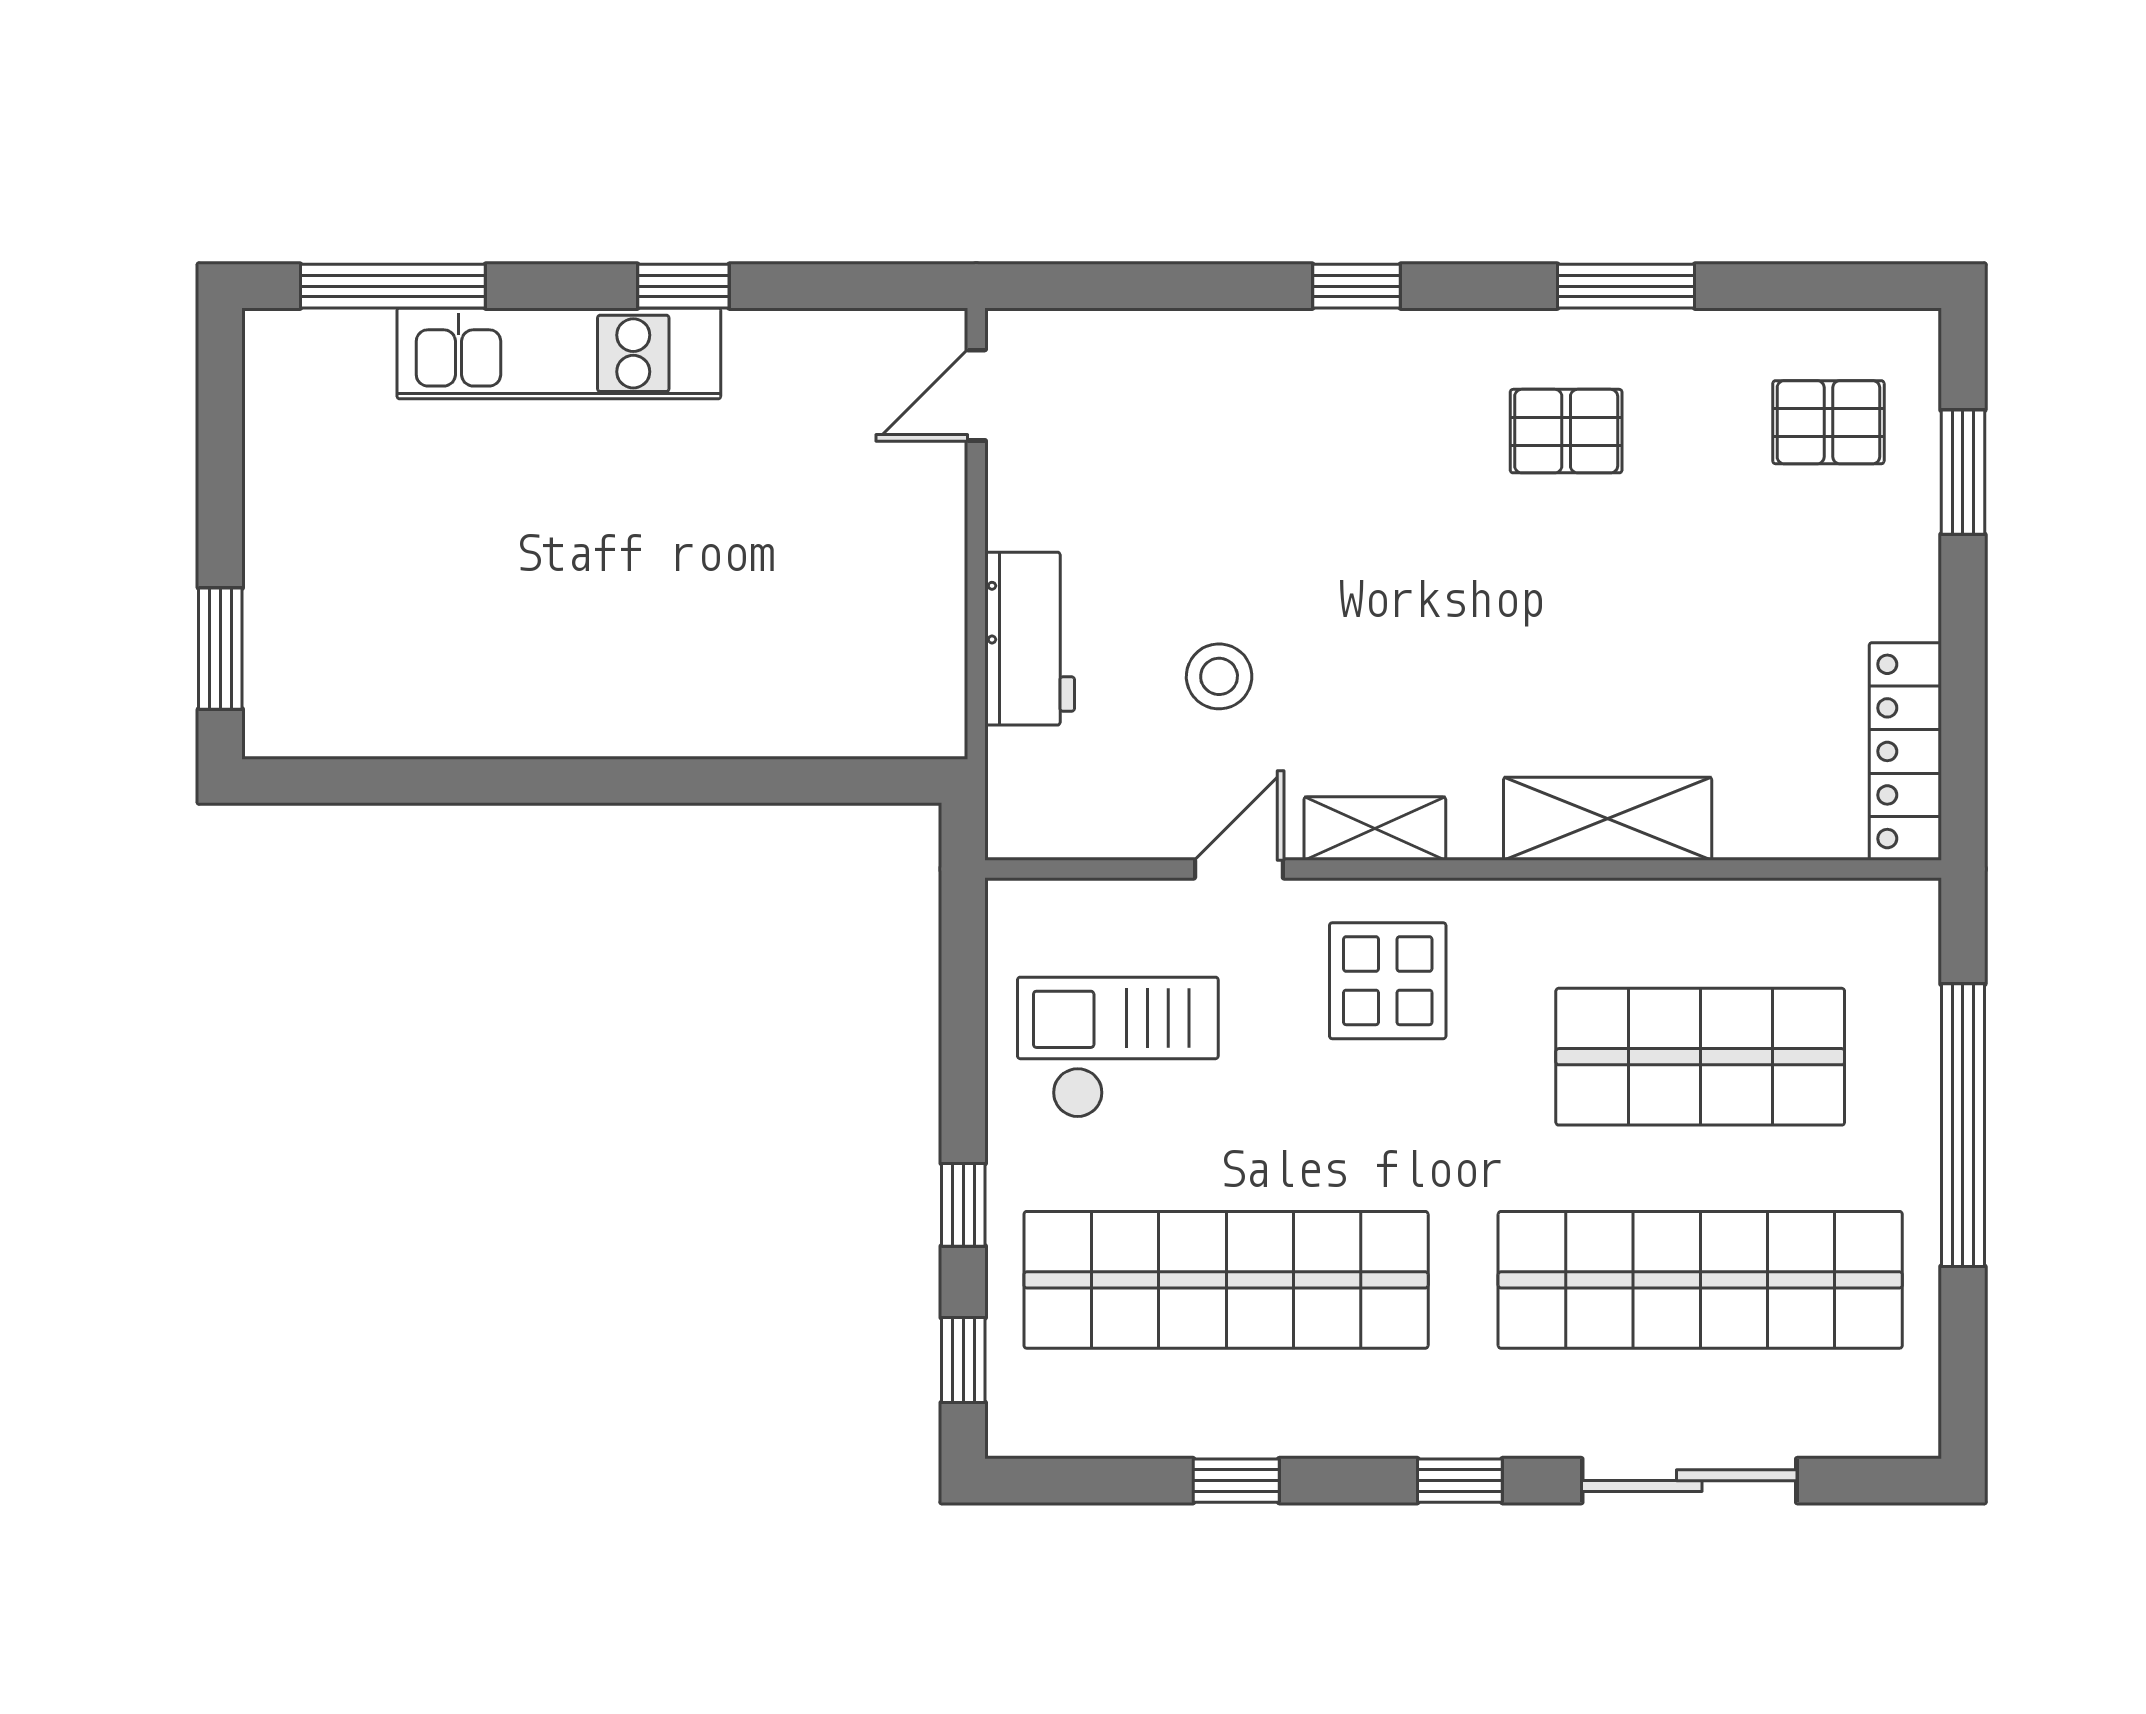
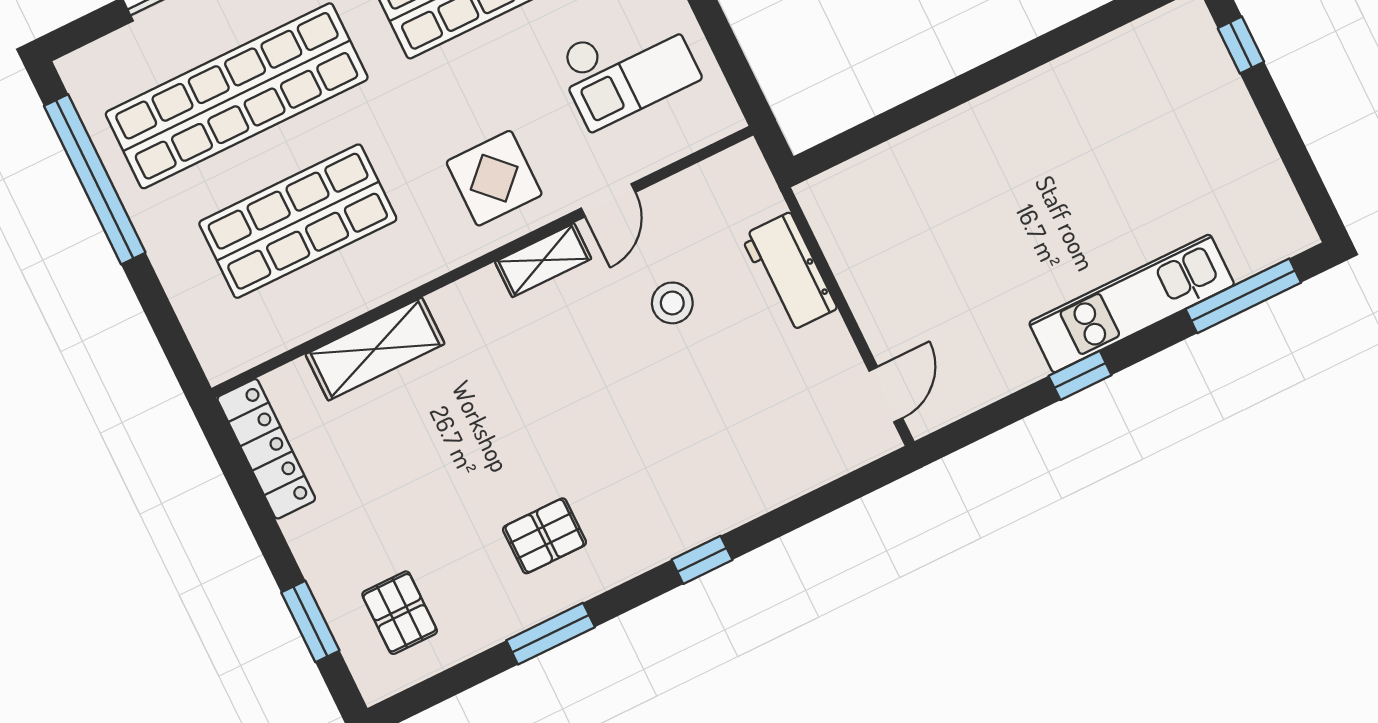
pallet: (1828, 422) -> (400, 613), turned 90
window: (220, 649) -> (1241, 45), width x0.67
shelving: (1608, 819) -> (375, 349), moved
window: (1963, 1125) -> (95, 179), moved

